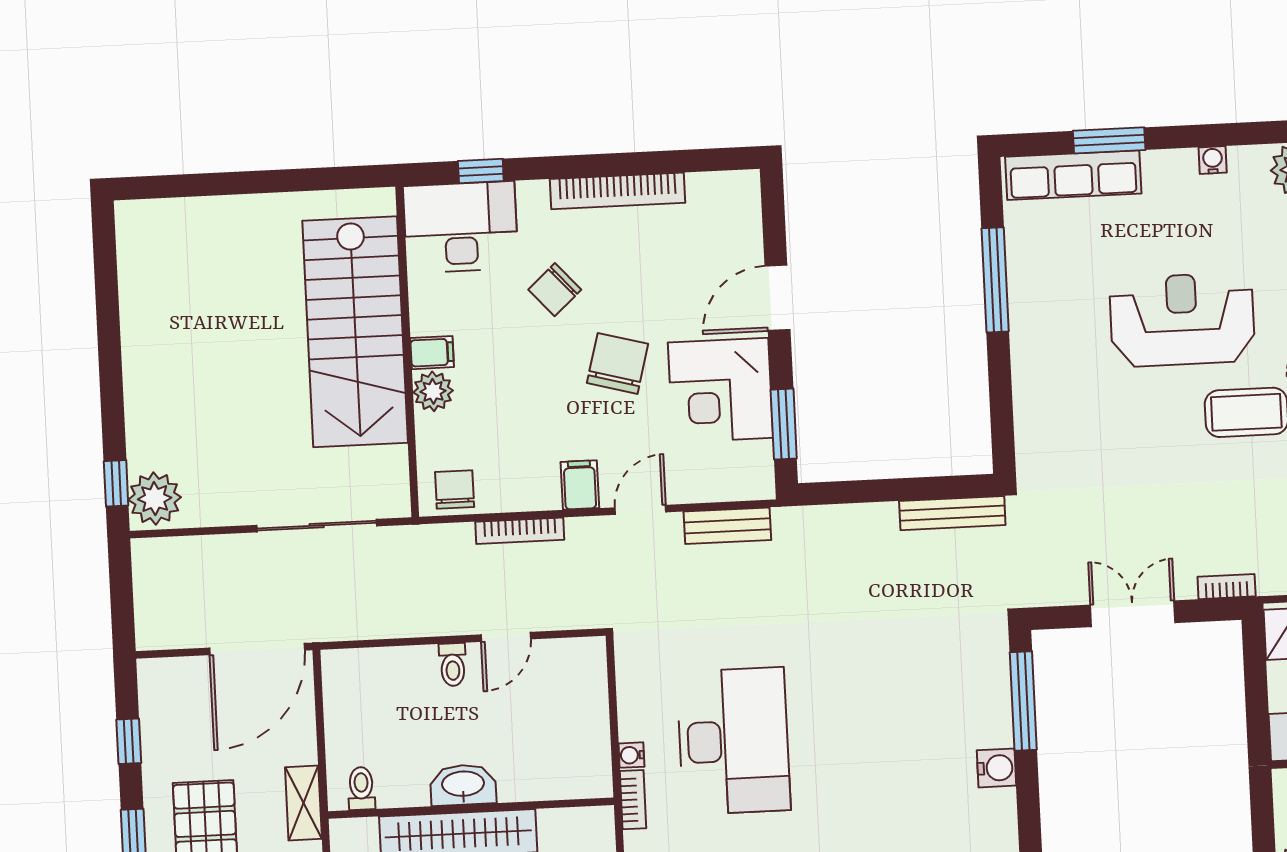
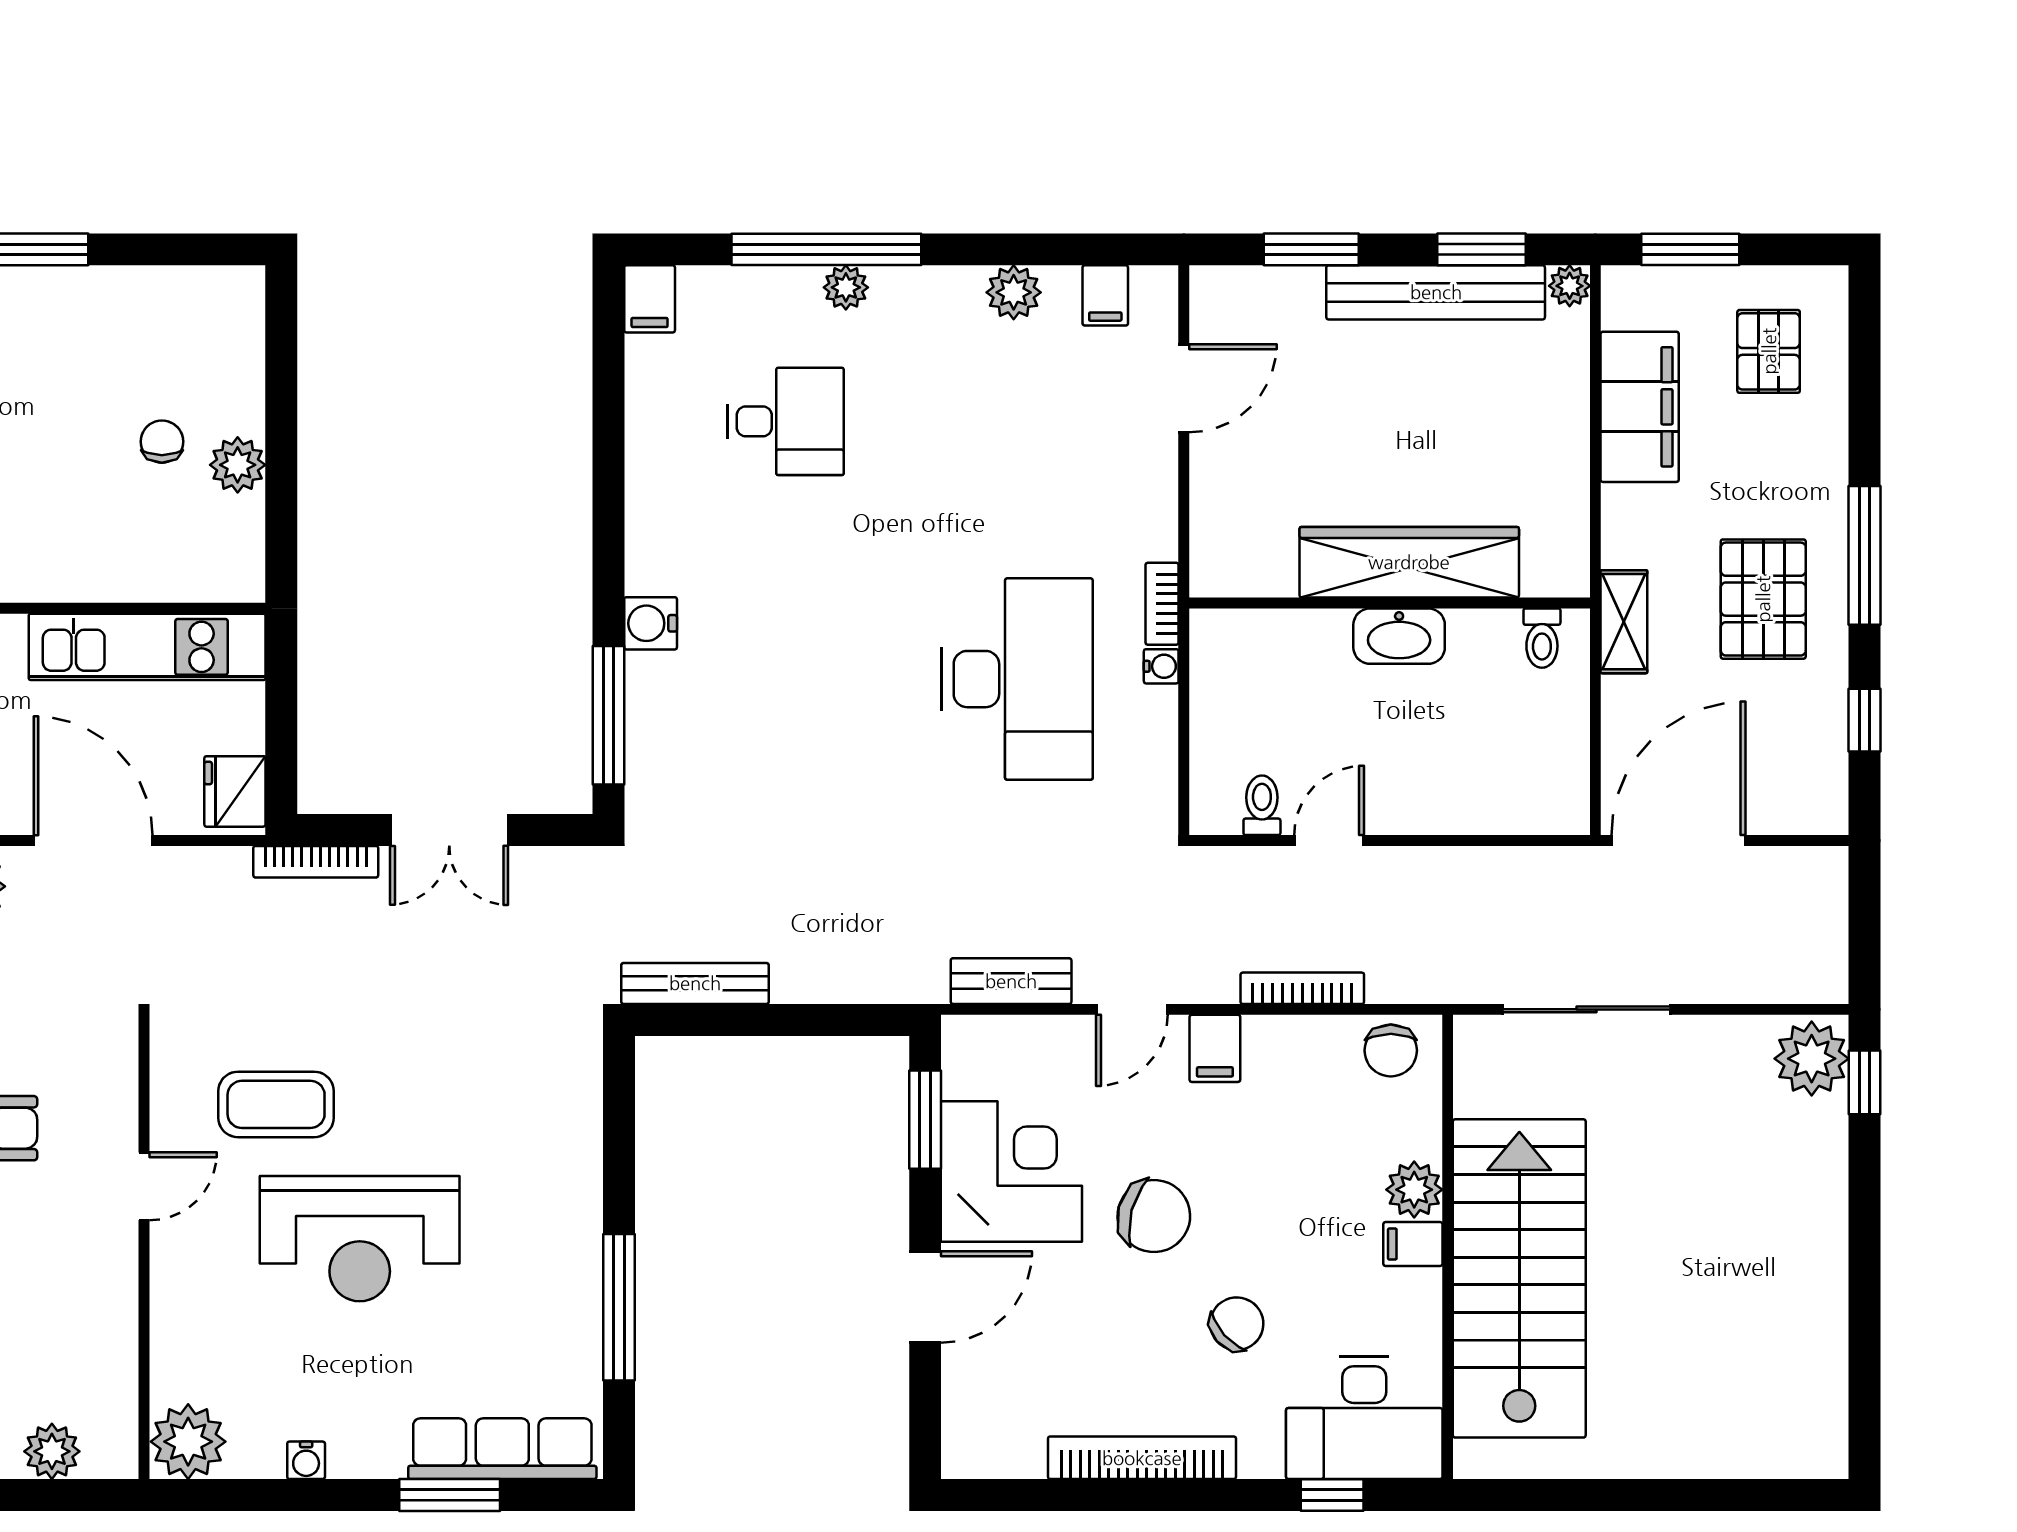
chair: (618, 363) -> (1154, 1216), turned -90
bookcase: (1227, 587) -> (316, 862), width x1.56
toilet: (453, 665) -> (1262, 805), moved
desk: (734, 741) -> (1017, 679), turned 180

